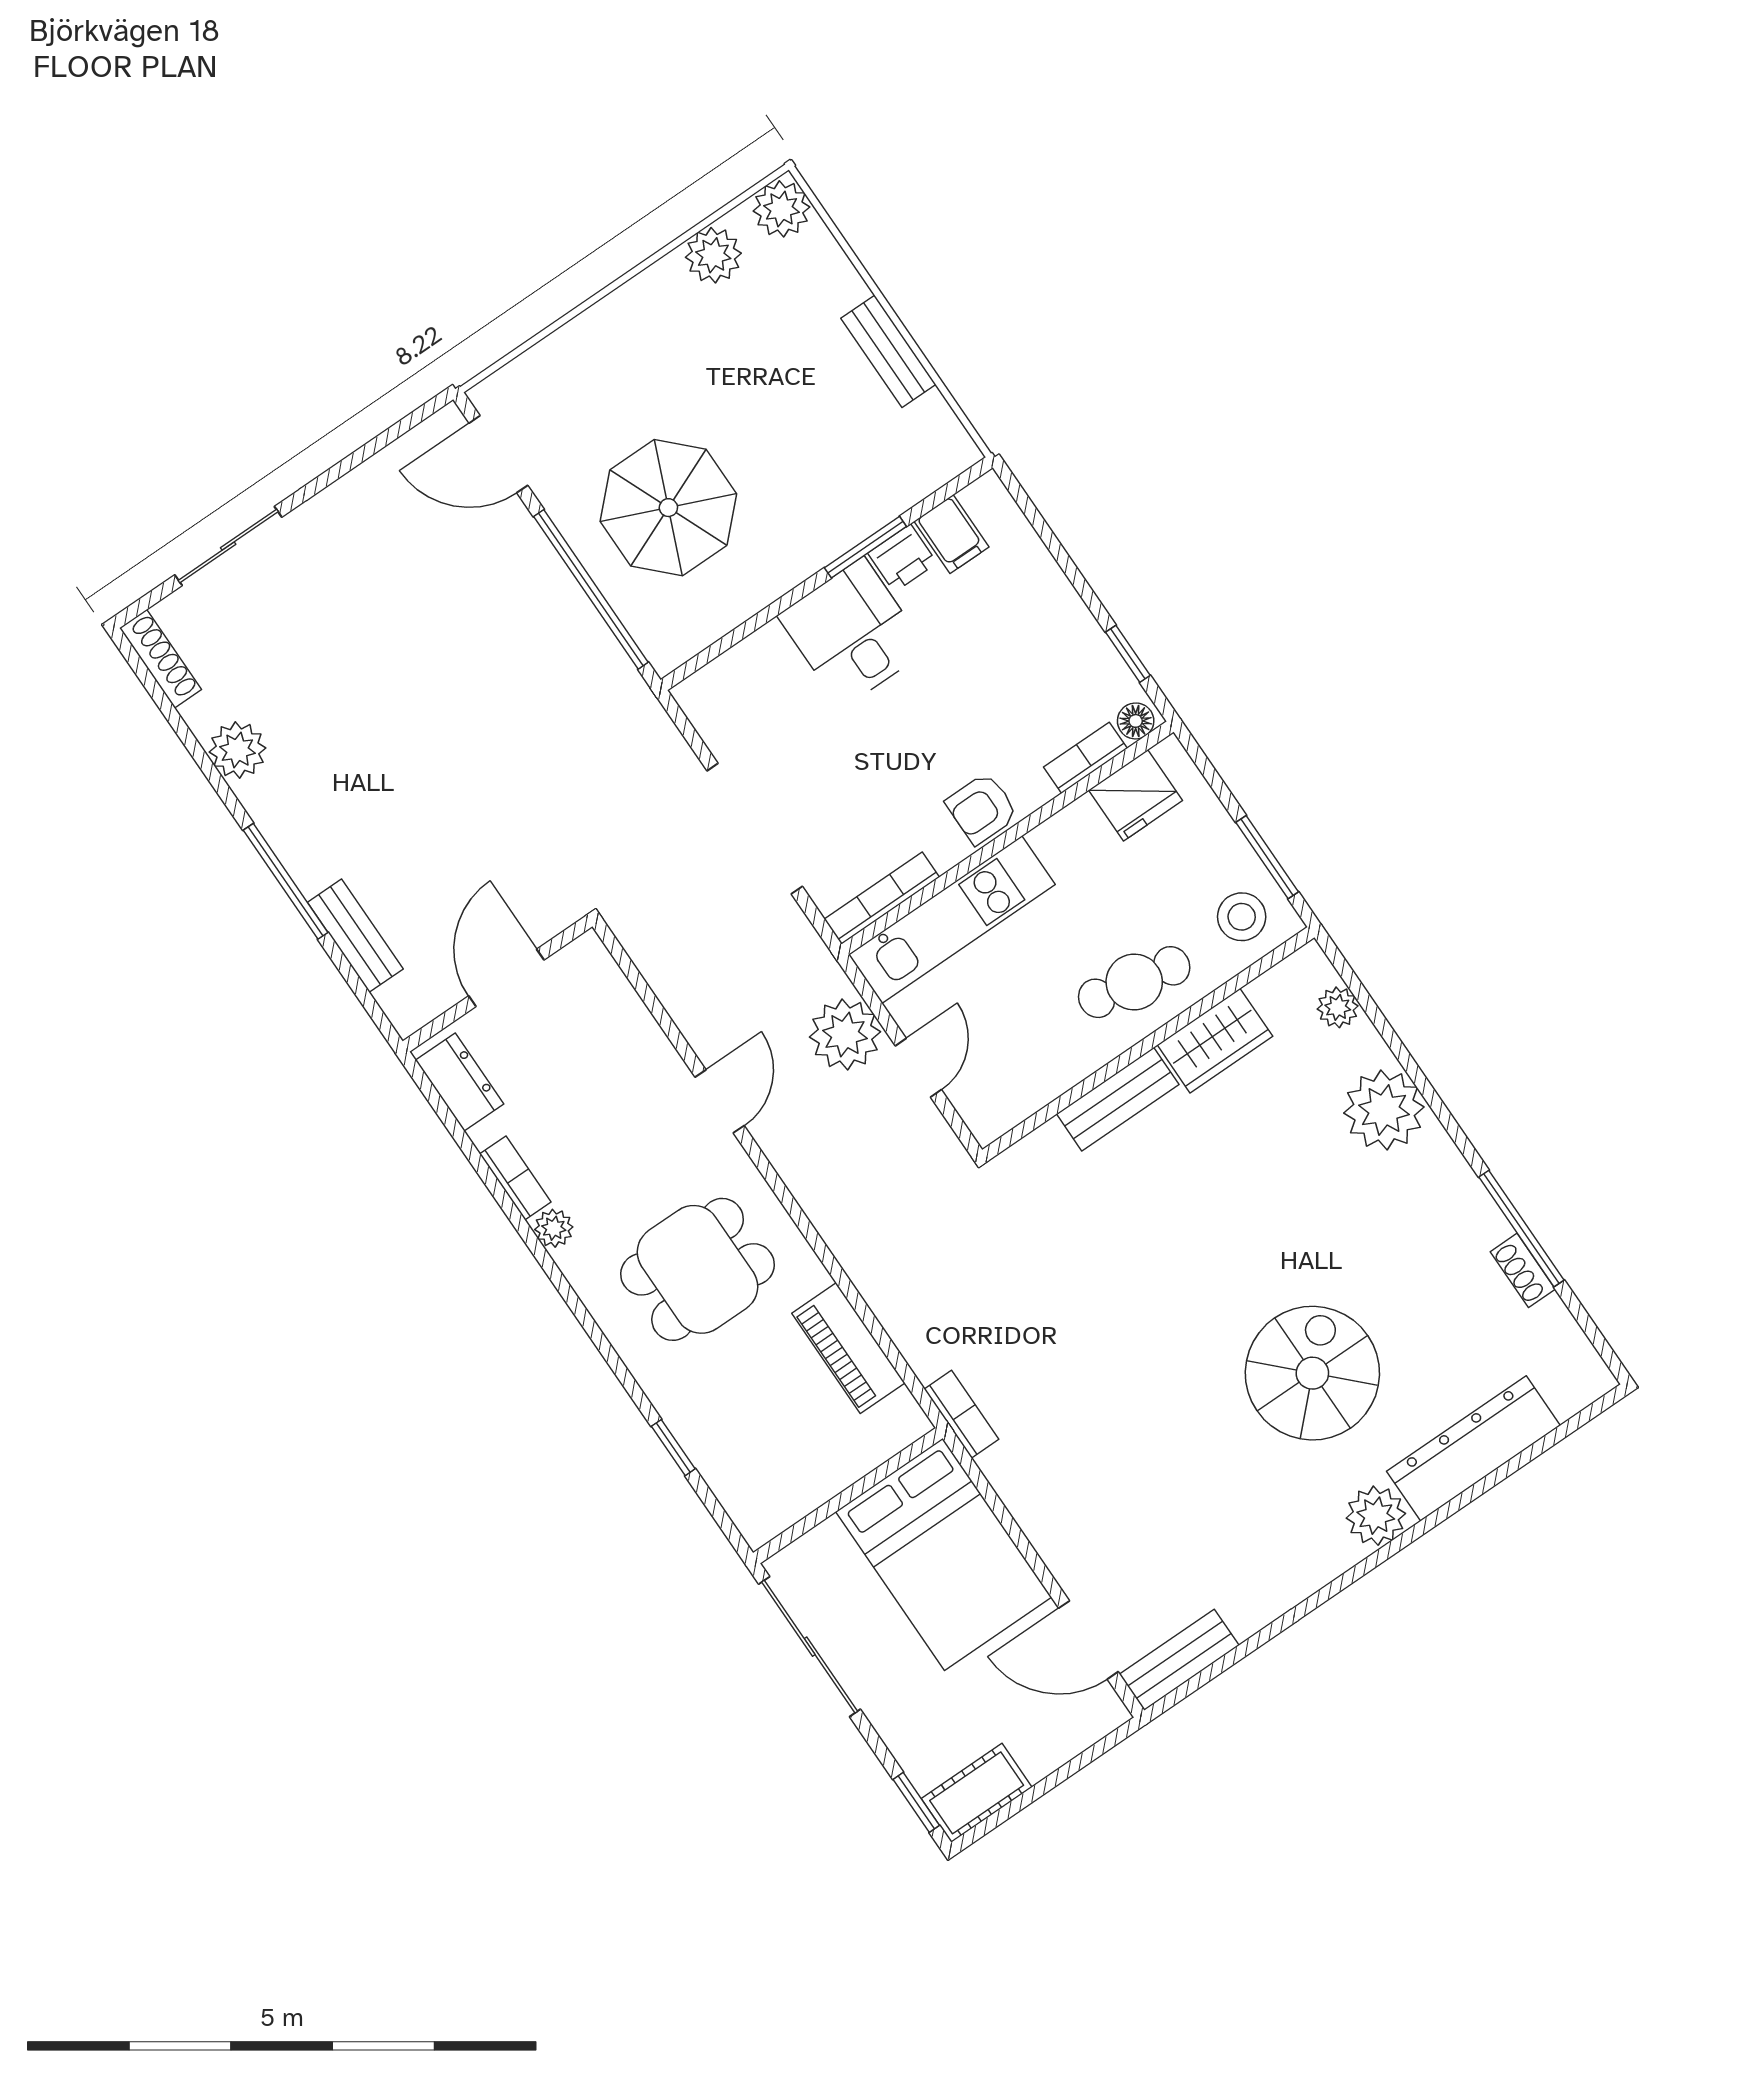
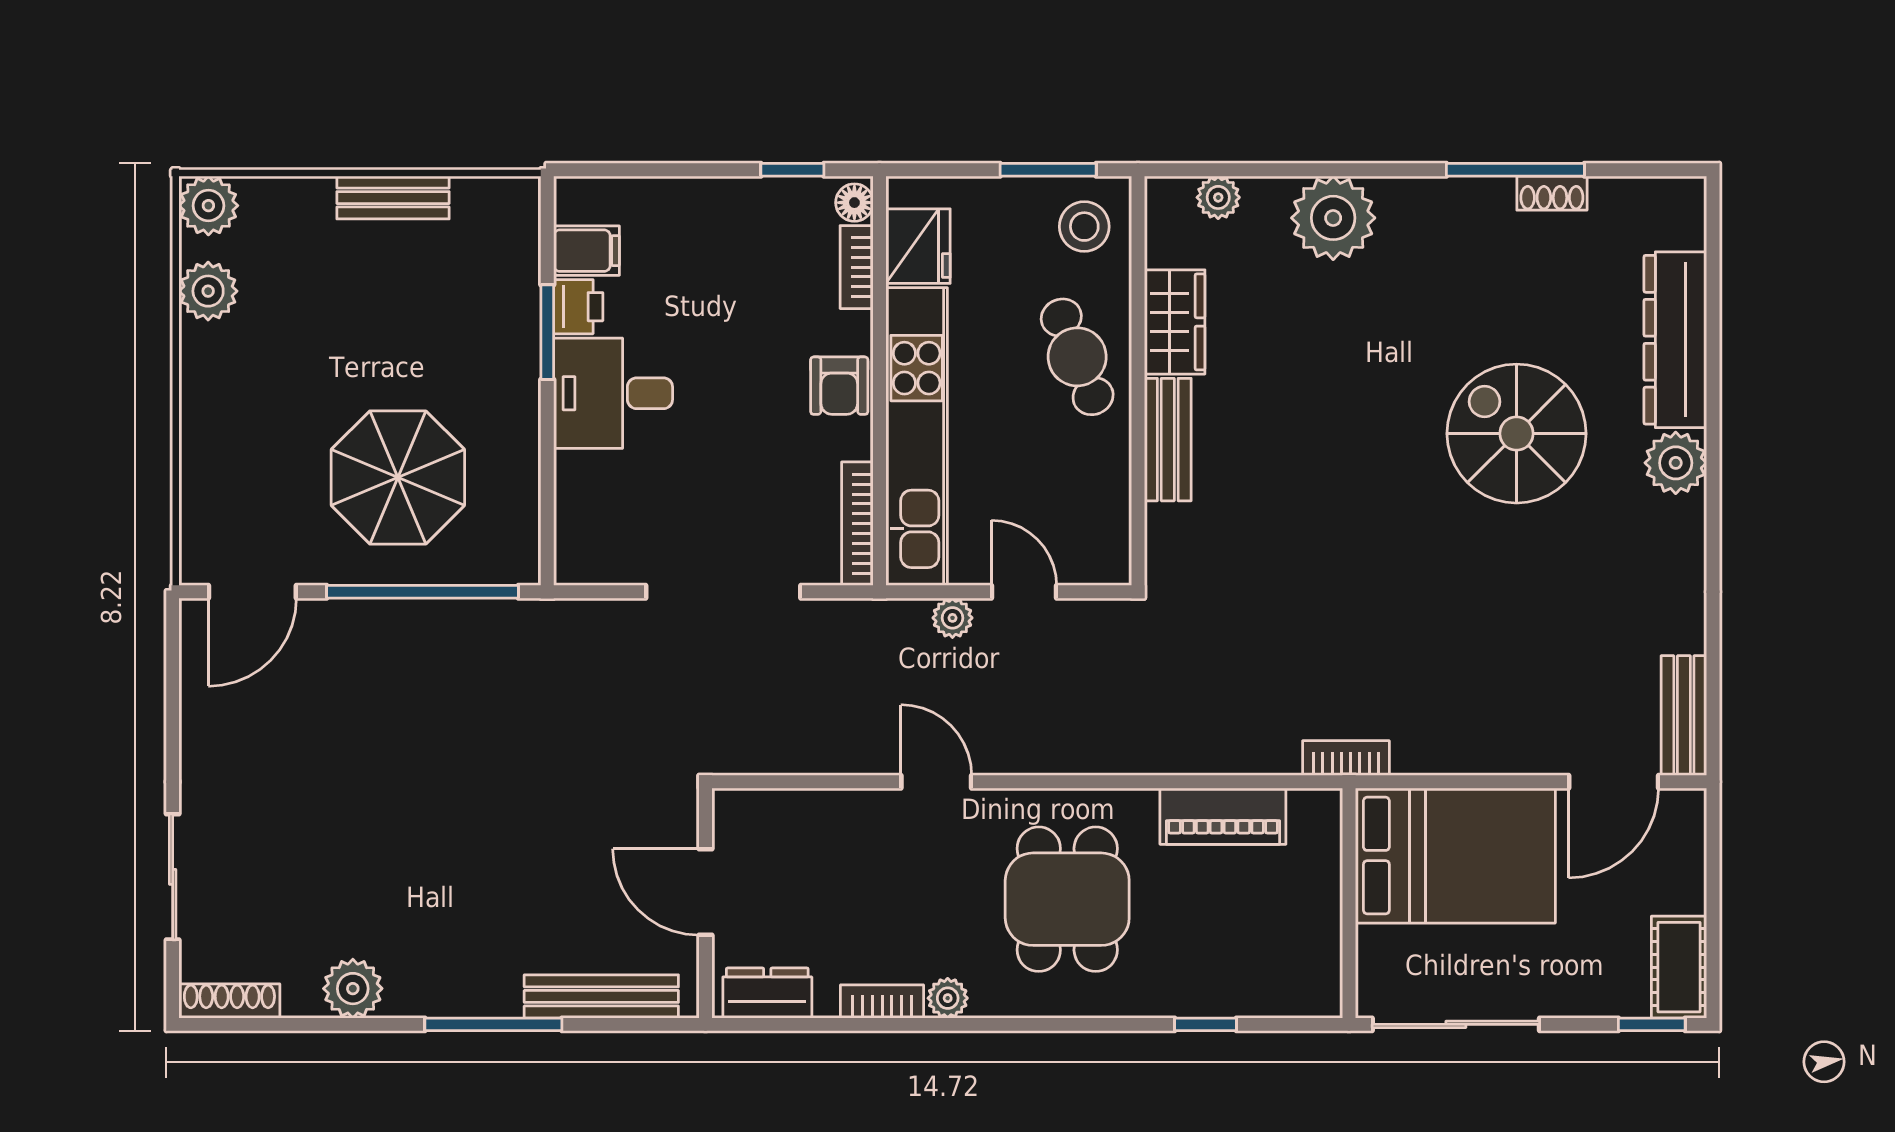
kitchen unit: (952, 919) -> (917, 437), width x1.36
bench: (355, 936) -> (601, 996), width x1.36
cafe table: (1134, 982) -> (1077, 357), turned -33
plant: (845, 1034) -> (952, 618), width x0.53, depth x0.53

